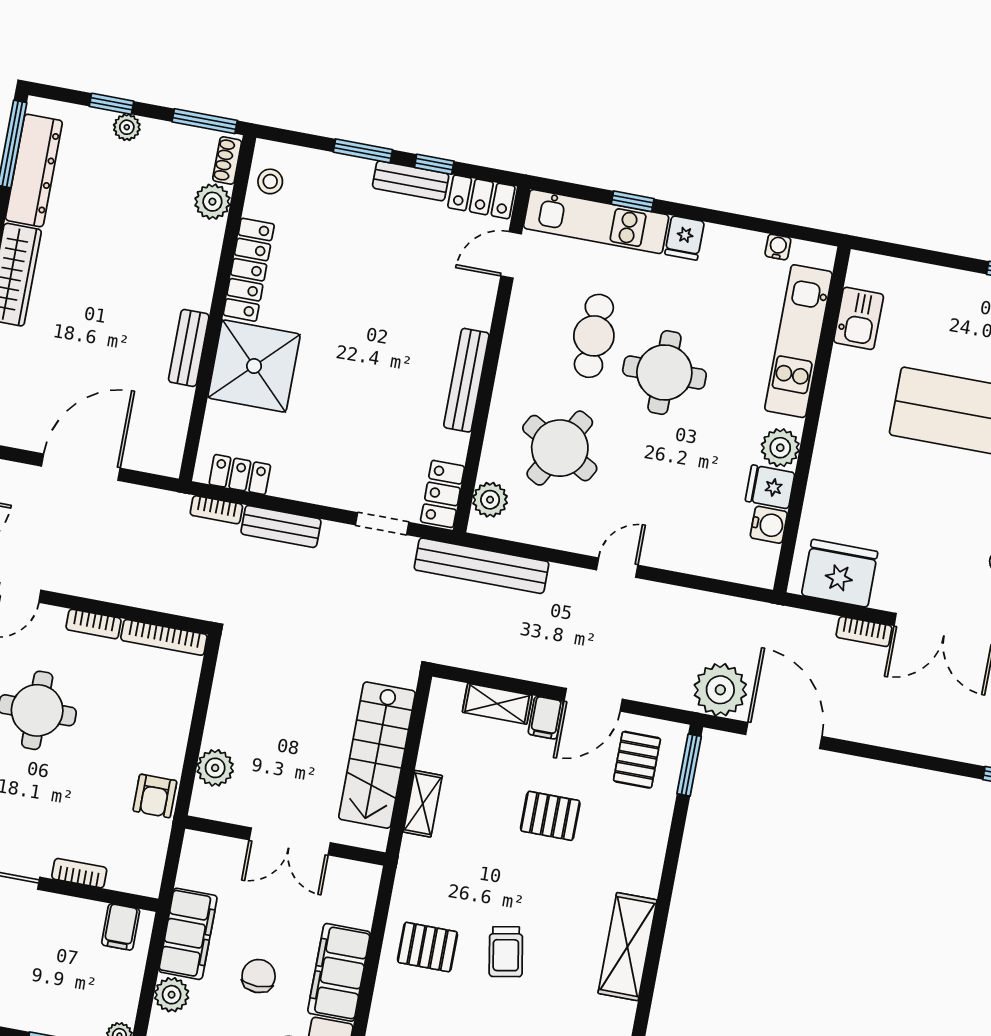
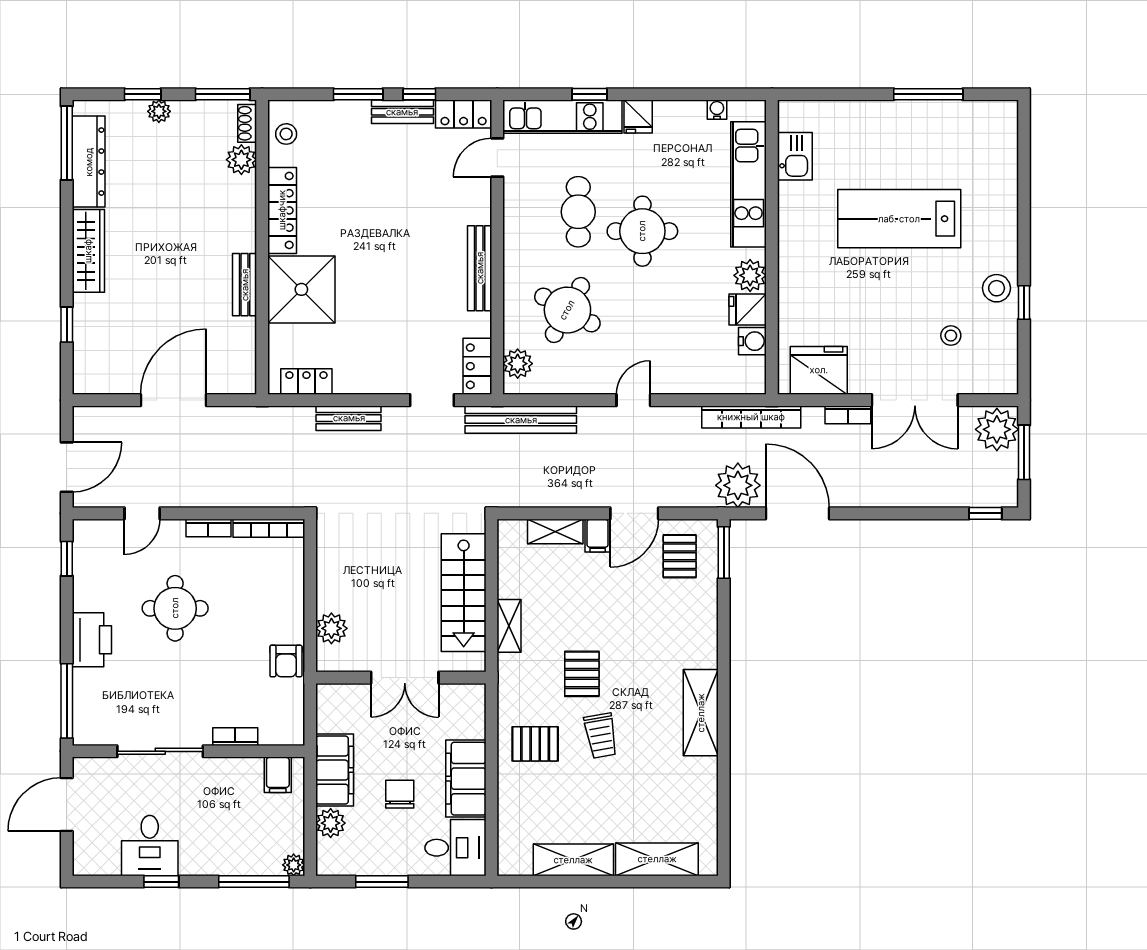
bookcase: (216, 510) -> (751, 417), moved, width x2.31, depth x1.31
pallet: (550, 816) -> (582, 674), moved, turned 90

